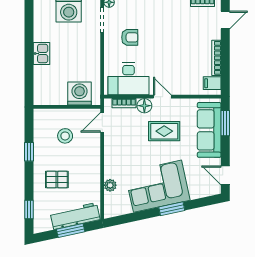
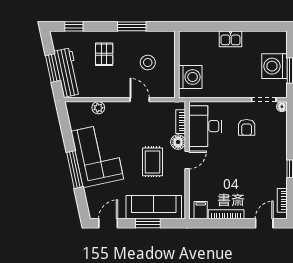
door: (225, 20) -> (264, 223), swing flipped
door: (102, 122) -> (140, 100), moved
window: (225, 123) -> (148, 223), moved
window: (29, 152) -> (132, 26), width x1.50
window: (172, 209) -> (75, 170), width x1.44

